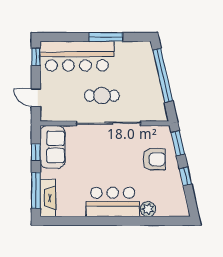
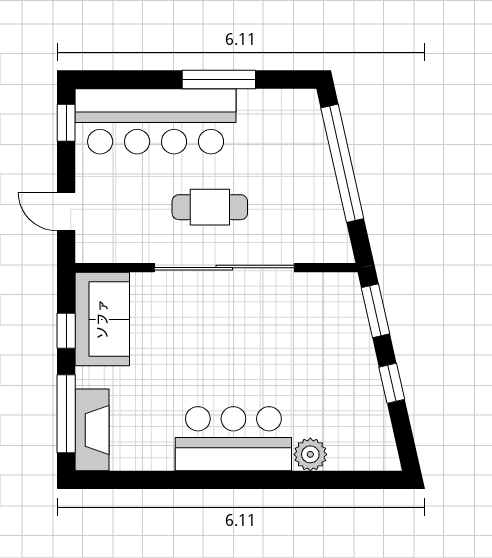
armchair: (154, 159) -> (324, 346), removed

